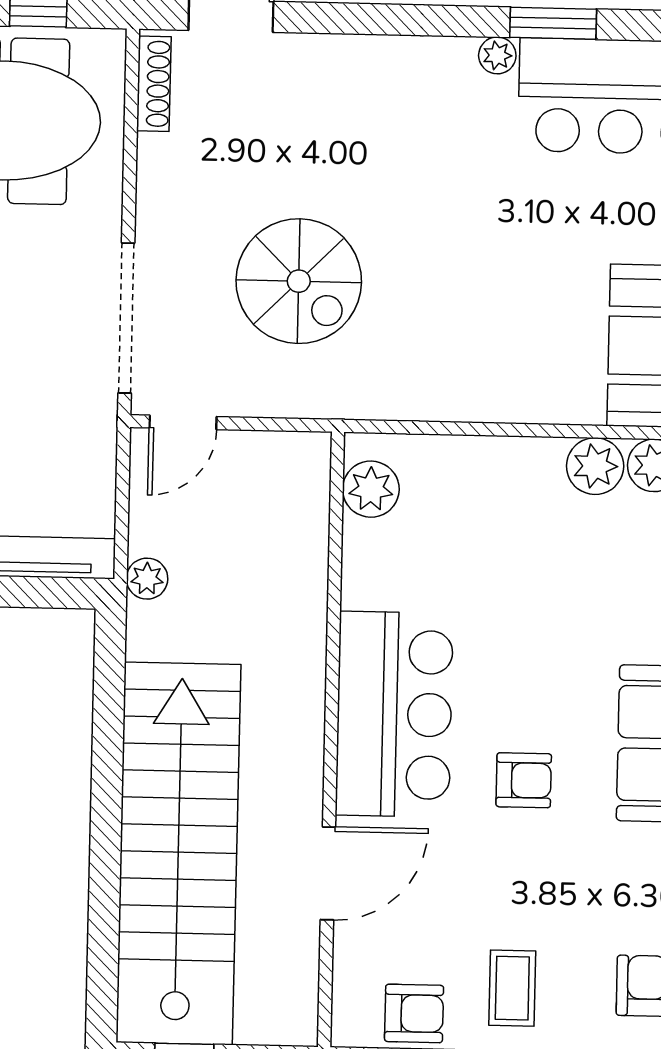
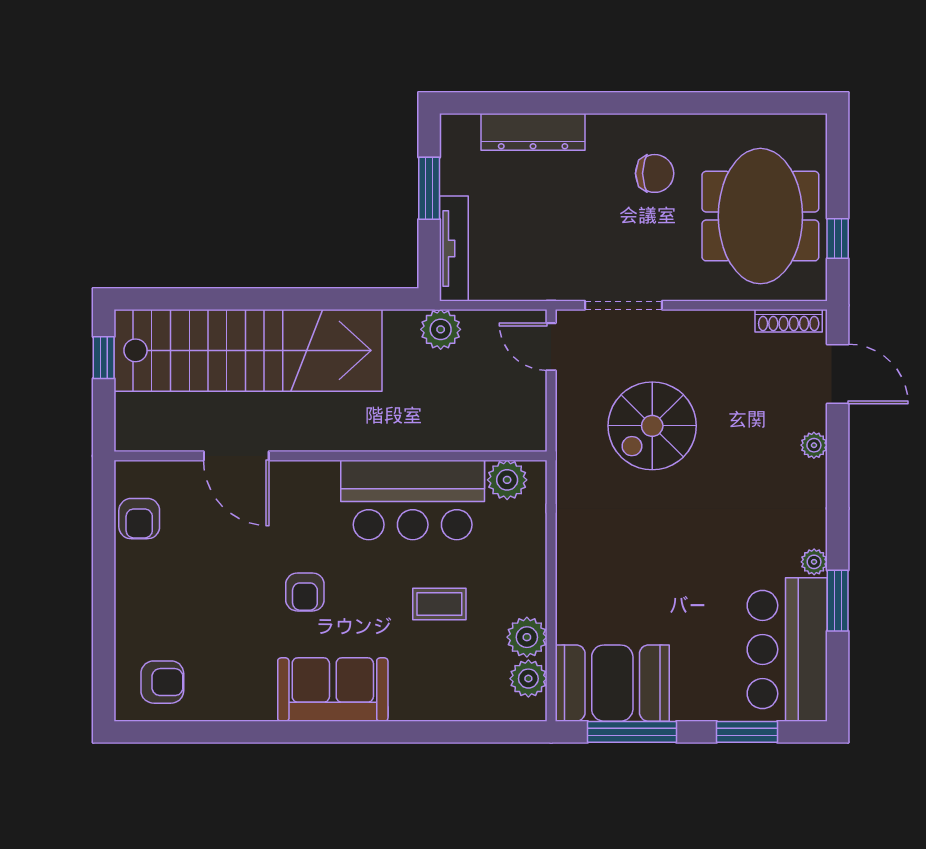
plant: (331, 52) -> (814, 445), added
doorway: (126, 318) -> (624, 305), width x0.73
plant: (147, 579) -> (441, 329), width x1.38, depth x1.38
bar counter: (394, 714) -> (413, 500), moved
coffee table: (512, 988) -> (439, 604), moved

